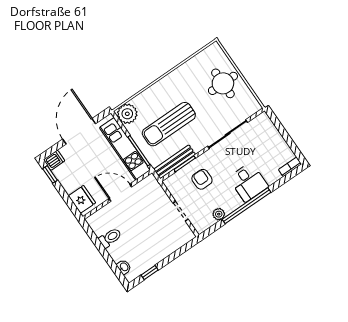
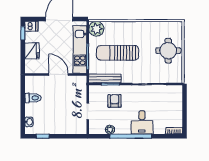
fridge: (82, 199) -> (32, 51), moved

